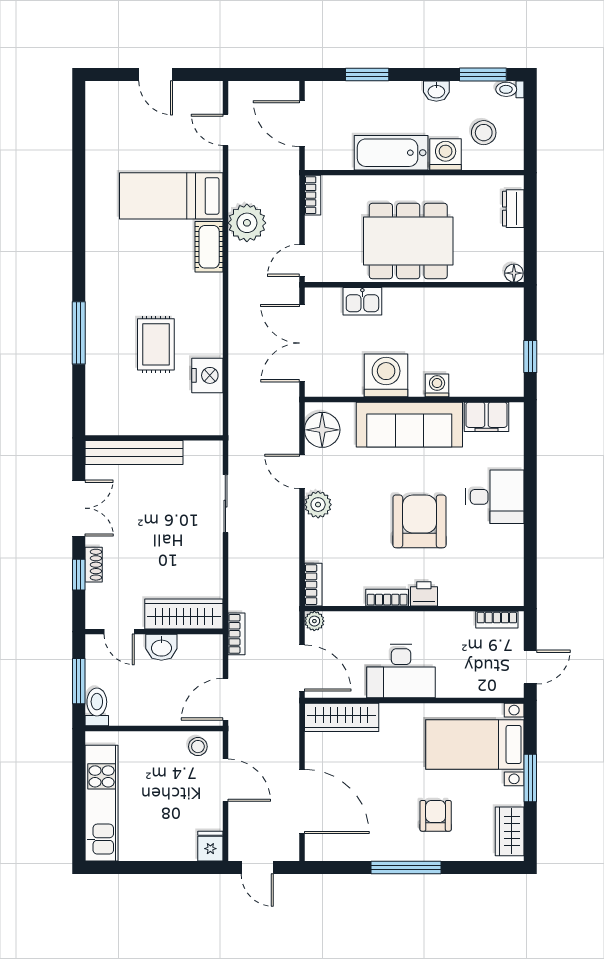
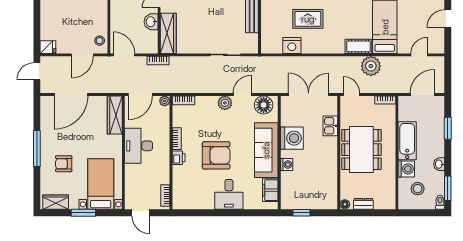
dresser: (513, 209) -> (363, 204), moved
armchair: (436, 816) -> (64, 164), turned 180

